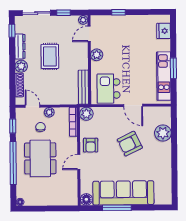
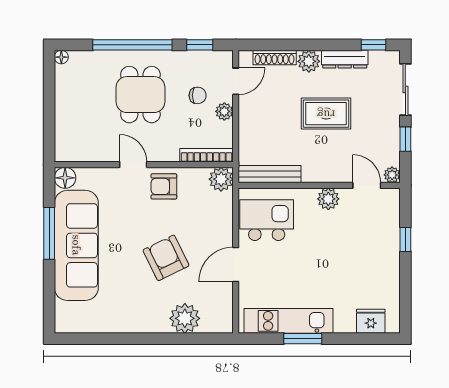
dining table: (40, 158) -> (140, 95), width x0.73

